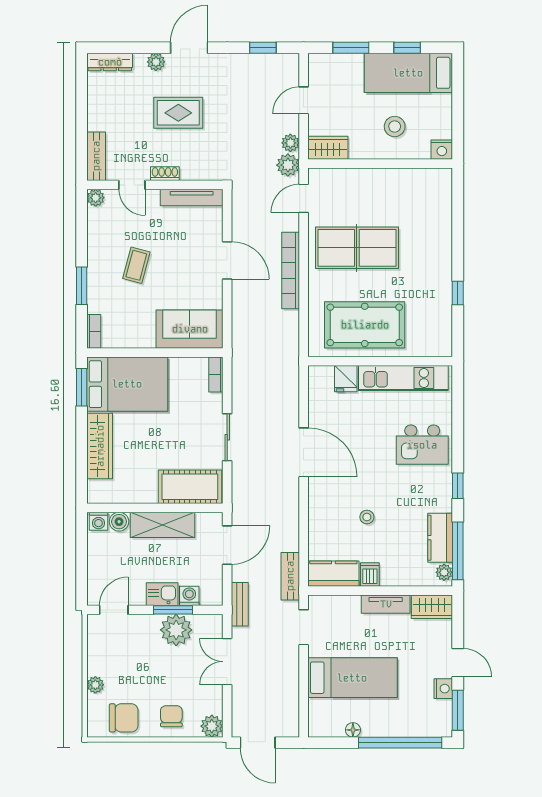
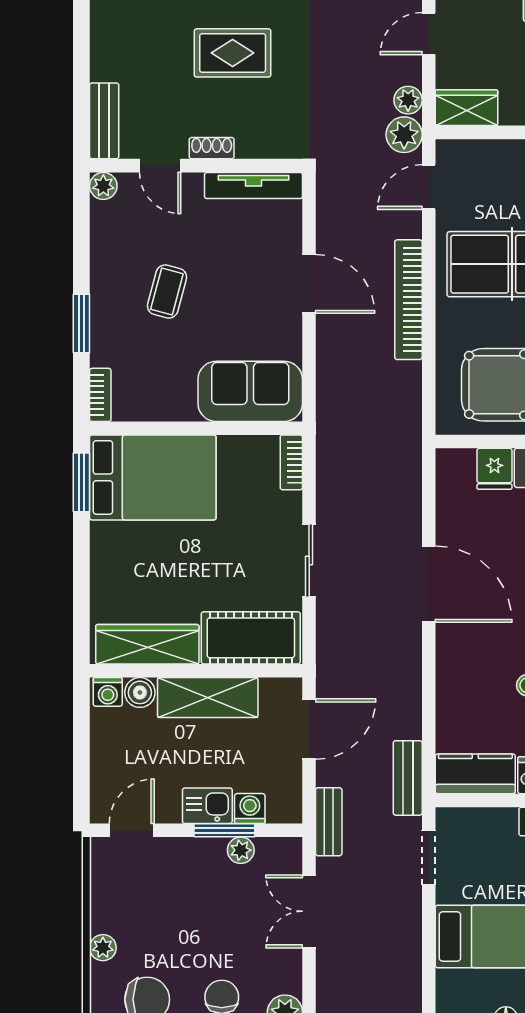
wardrobe: (100, 446) -> (147, 644), moved, turned -90
plant: (176, 630) -> (241, 850), width x0.53, depth x0.53

